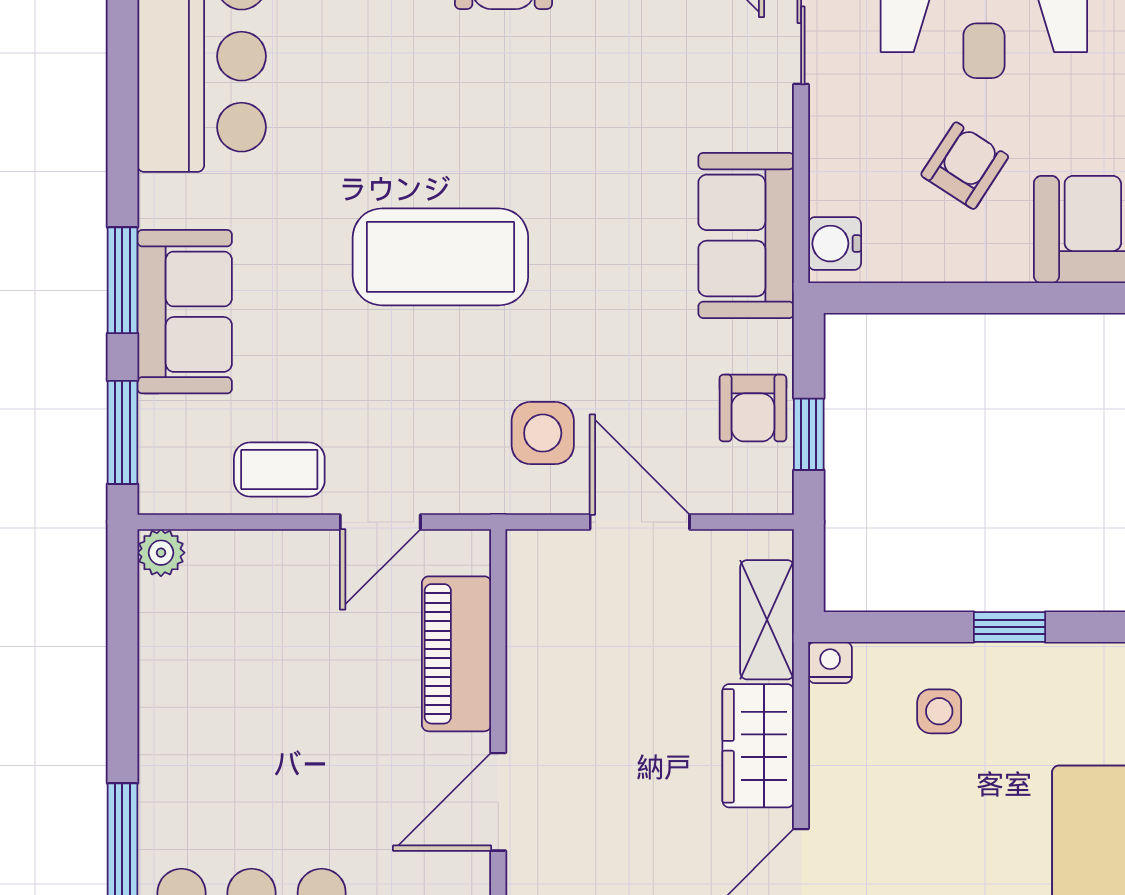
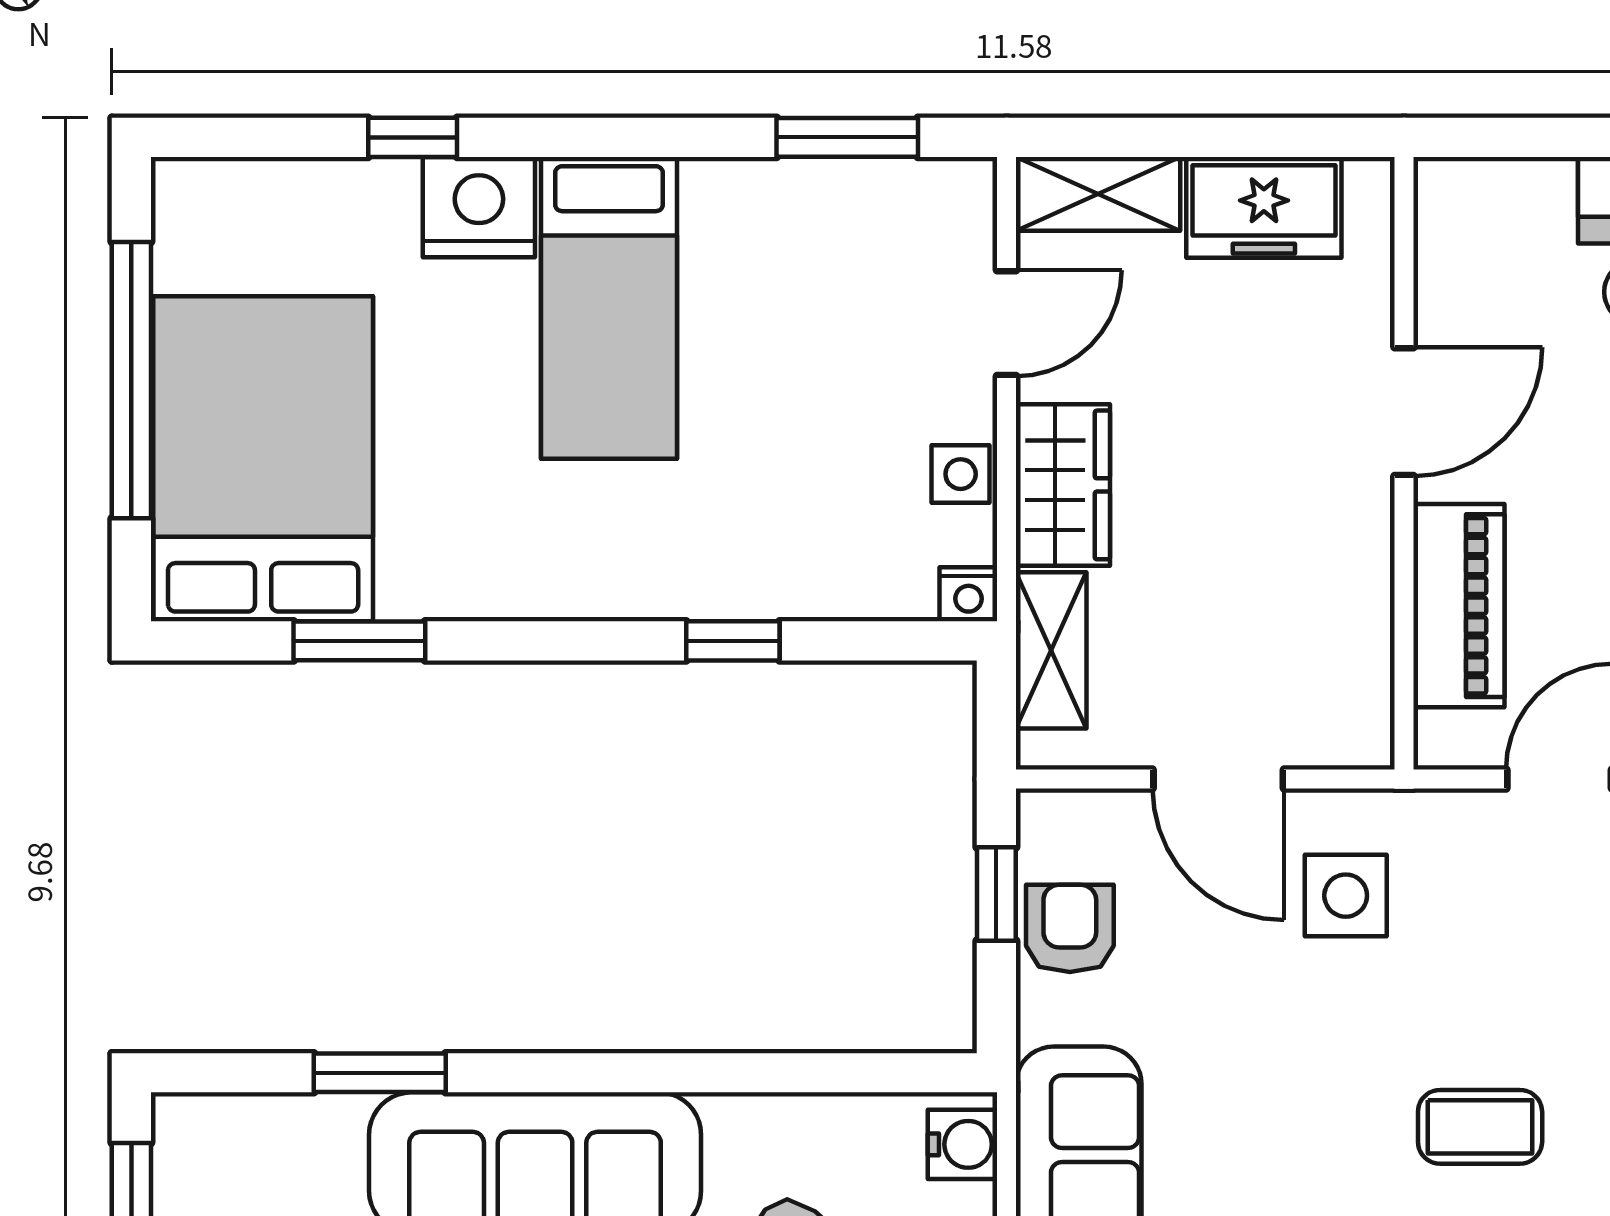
coffee table: (440, 257) -> (1480, 1127), width x0.54, depth x0.58
side table: (939, 711) -> (961, 474), moved

